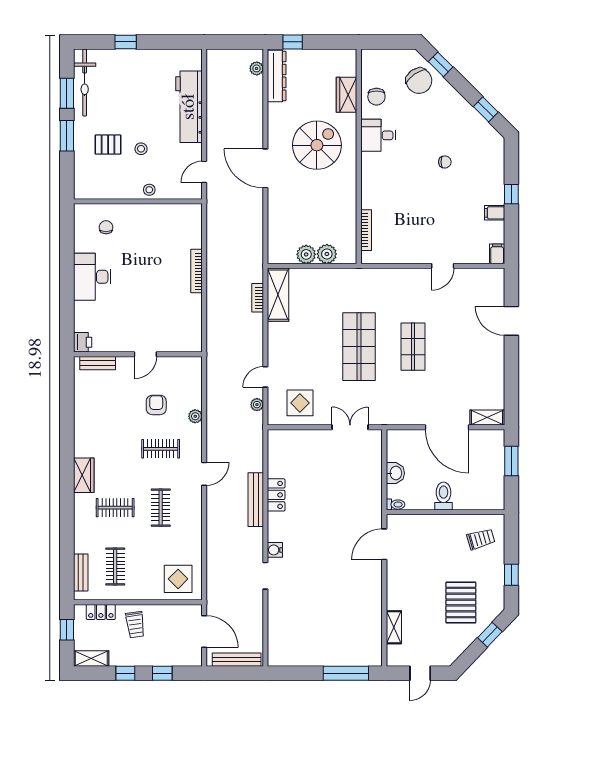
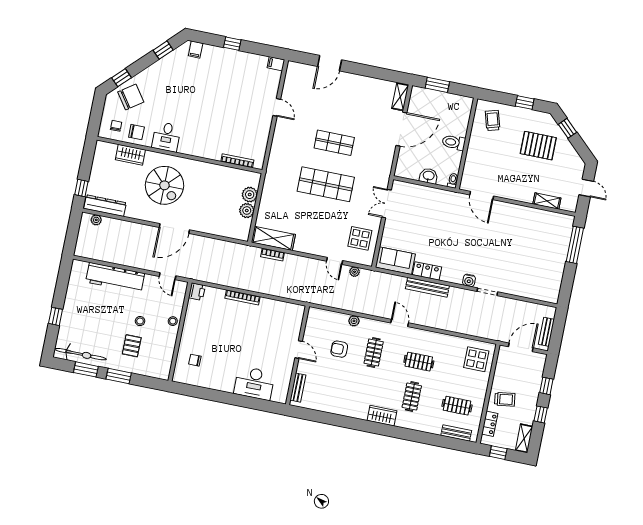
spiral stairs: (317, 145) -> (164, 185), turned 180
chair: (445, 162) -> (116, 126), moved
filing cabinet: (495, 213) -> (196, 50), moved
desk: (92, 277) -> (254, 383), moved
printer: (83, 342) -> (197, 292), moved, turned 90
sofa: (281, 453) -> (395, 261), added
bench: (237, 660) -> (546, 332), width x0.73

